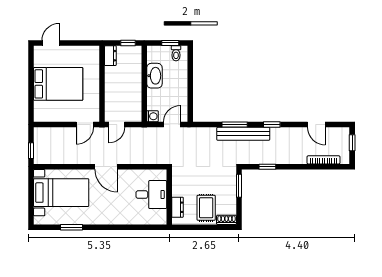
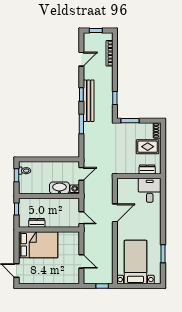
dresser: (110, 56) -> (37, 223), moved
washbasin: (154, 76) -> (59, 188), moved
bed: (58, 84) -> (38, 245), moved, turned 90
door: (85, 125) -> (81, 261), moved
door: (172, 125) -> (81, 174), swing flipped
bench: (243, 134) -> (89, 101), moved
door: (106, 167) -> (115, 213), moved
desk: (151, 195) -> (150, 190), moved

